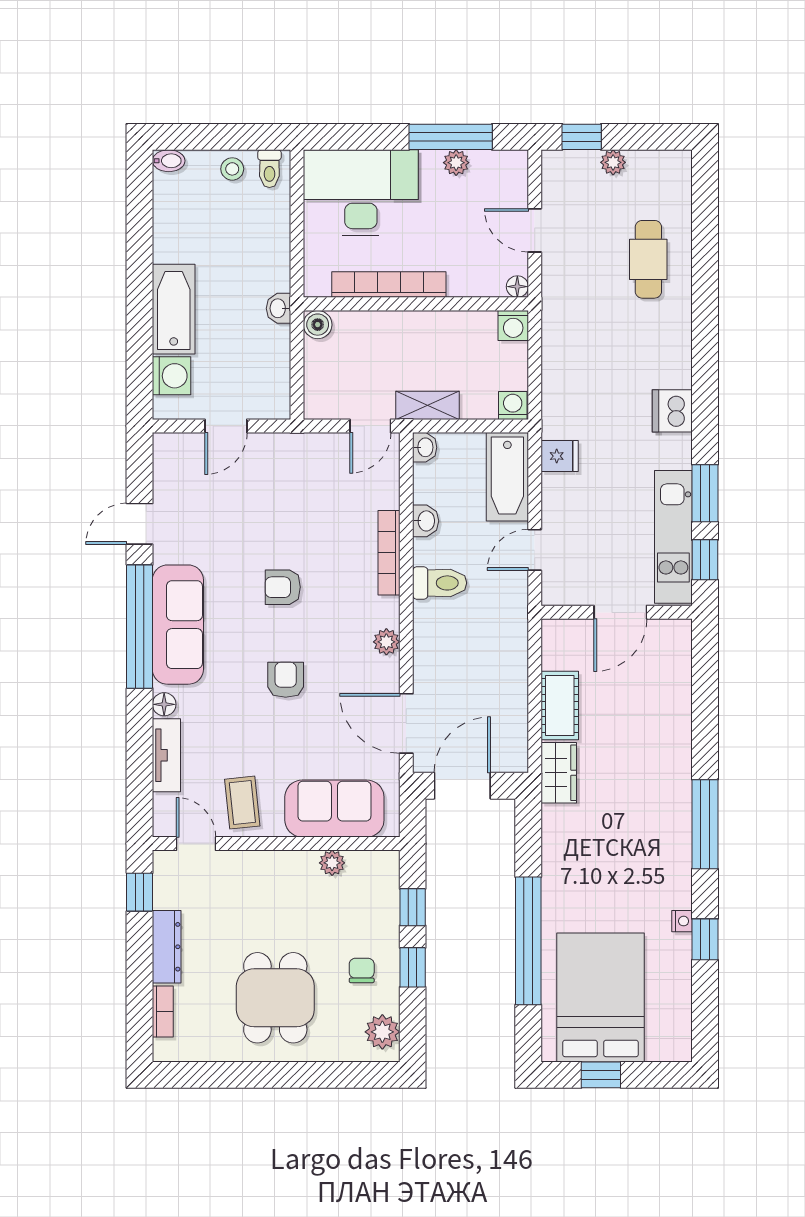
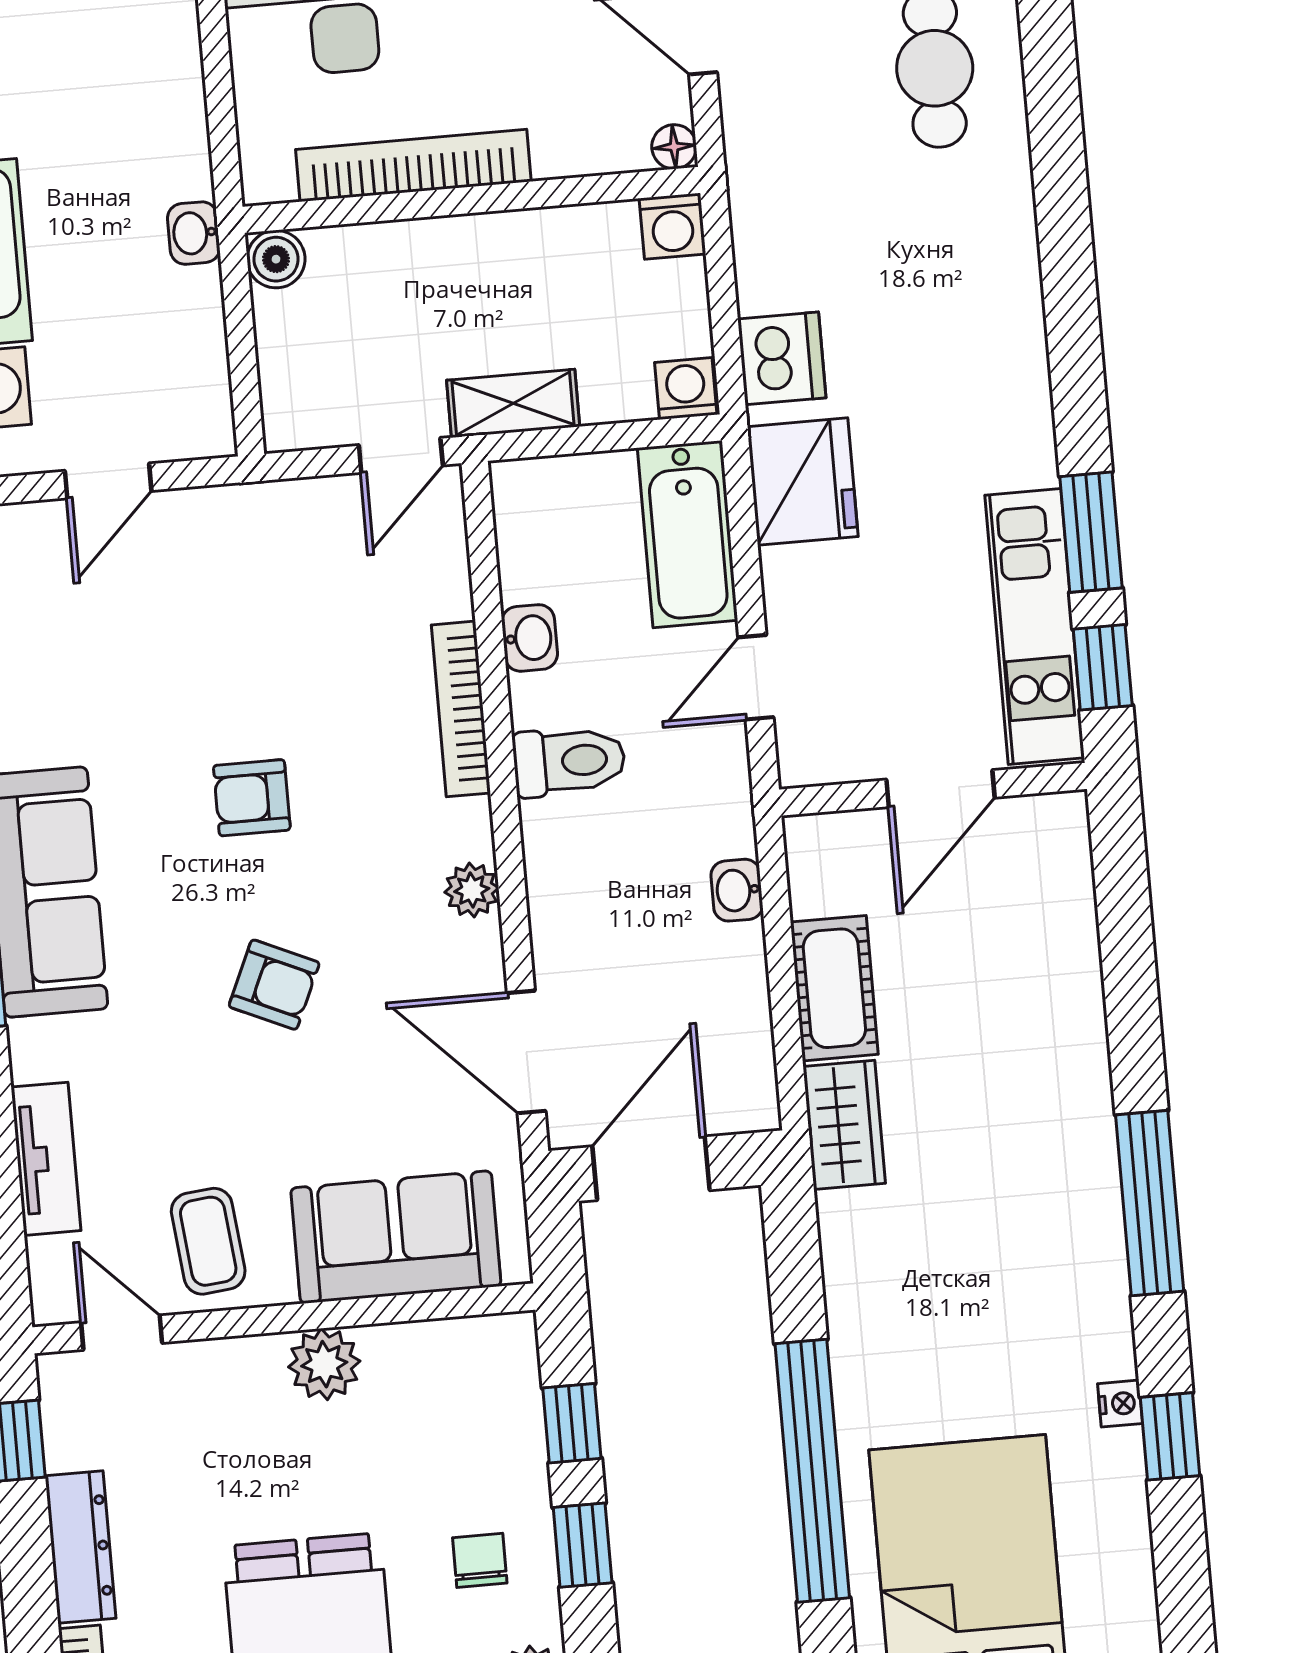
dishwasher: (672, 411) -> (782, 358), moved, turned 180
washbasin: (425, 447) -> (737, 890), moved, turned 180
fridge: (560, 456) -> (803, 482), width x1.88, depth x1.34
armchair: (286, 680) -> (274, 985), turned 114
floor lamp: (164, 704) -> (32, 1056), removed
plant: (332, 863) -> (324, 1364), moved, width x1.38, depth x1.38

